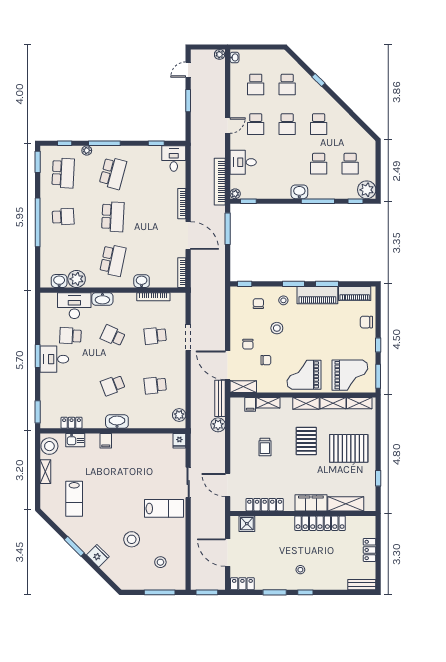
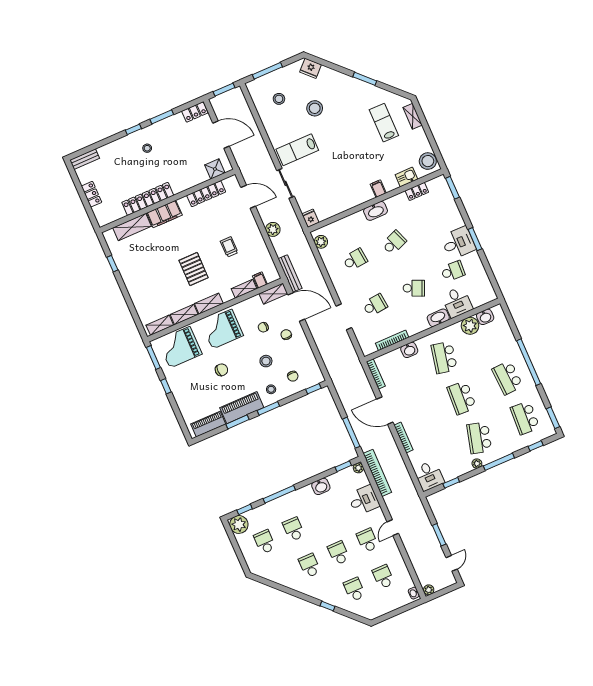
plant: (87, 150) -> (477, 464), moved
washbasin: (299, 192) -> (321, 486), moved
school desk: (63, 217) -> (507, 378), width x1.85
desk: (74, 306) -> (457, 302), width x0.73
chair: (366, 322) -> (221, 370), moved
grand piano: (304, 375) -> (222, 329), turned 180
plant: (218, 425) -> (273, 229), moved
pallet: (349, 448) -> (151, 279), removed
shelving: (45, 472) -> (413, 116), moved
fridge: (98, 556) -> (310, 68), moved

